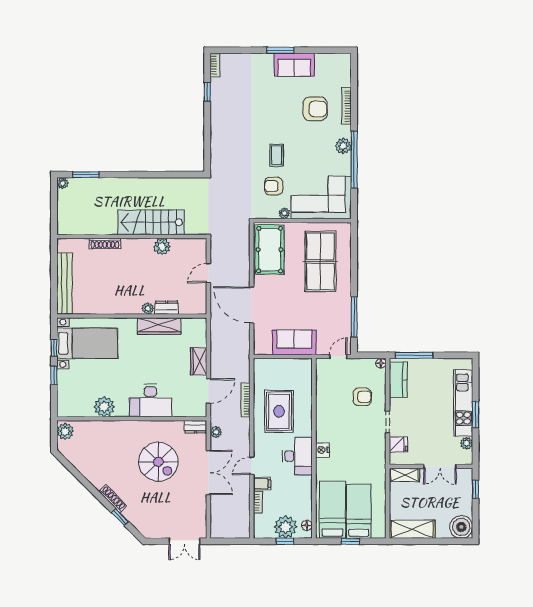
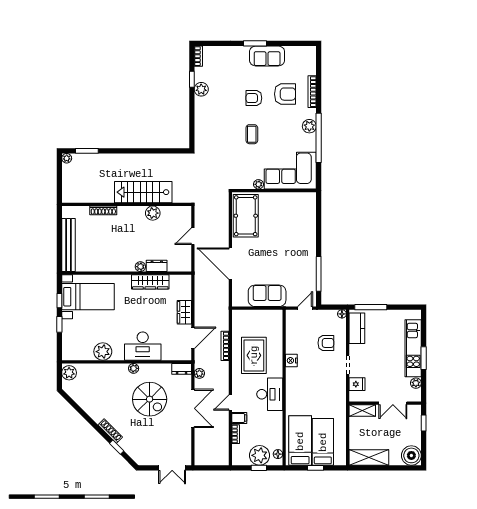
plant: (218, 103) -> (201, 89), added
armchair: (274, 186) -> (254, 98), moved
table tennis table: (320, 261) -> (290, 226), removed
plant: (140, 426) -> (134, 368), added
nightstand: (322, 450) -> (291, 360), moved

